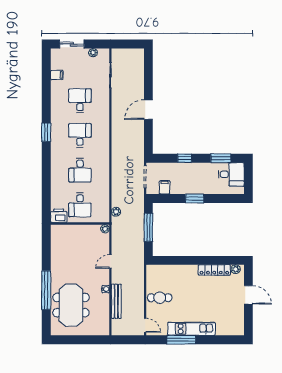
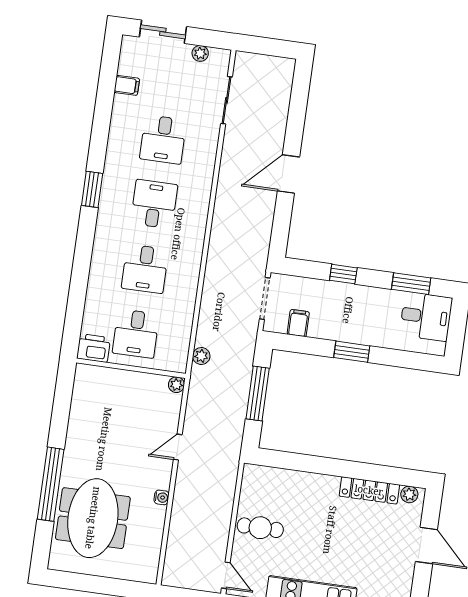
desk: (80, 101) -> (163, 139), turned 180
bench: (116, 301) -> (178, 523), removed

